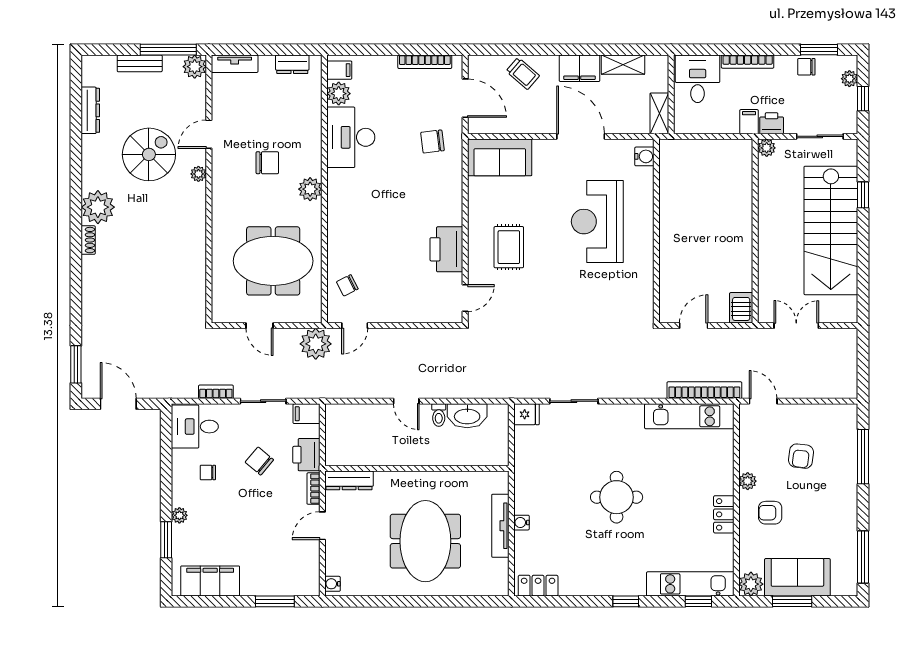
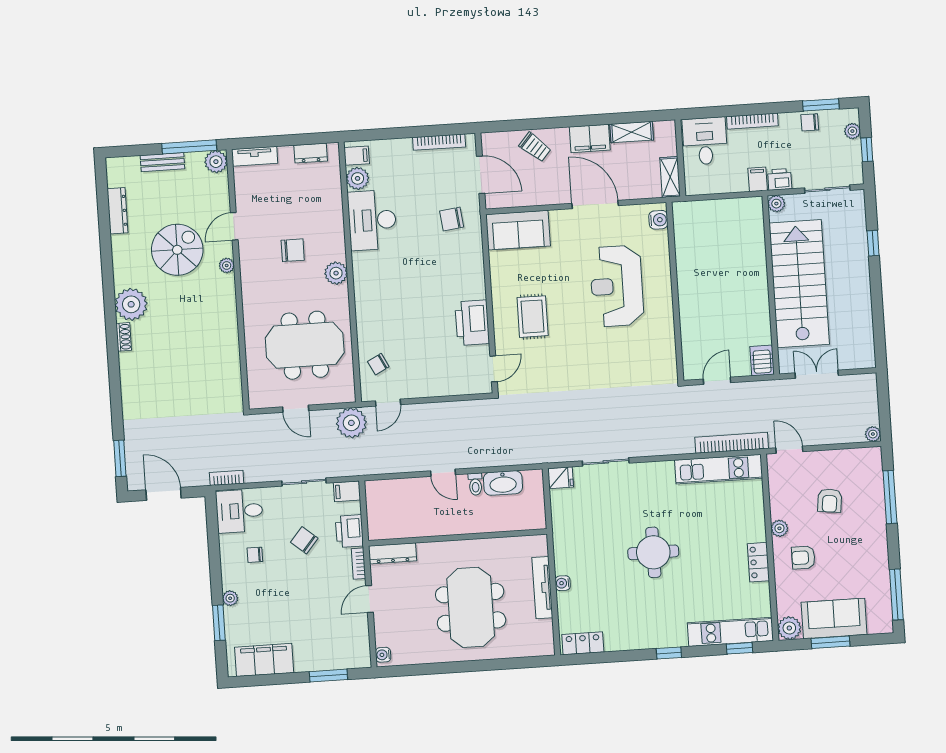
stairs: (831, 230) -> (799, 284), moved, turned 180
plant: (850, 391) -> (873, 434), added
bookcase: (216, 392) -> (227, 478), moved

